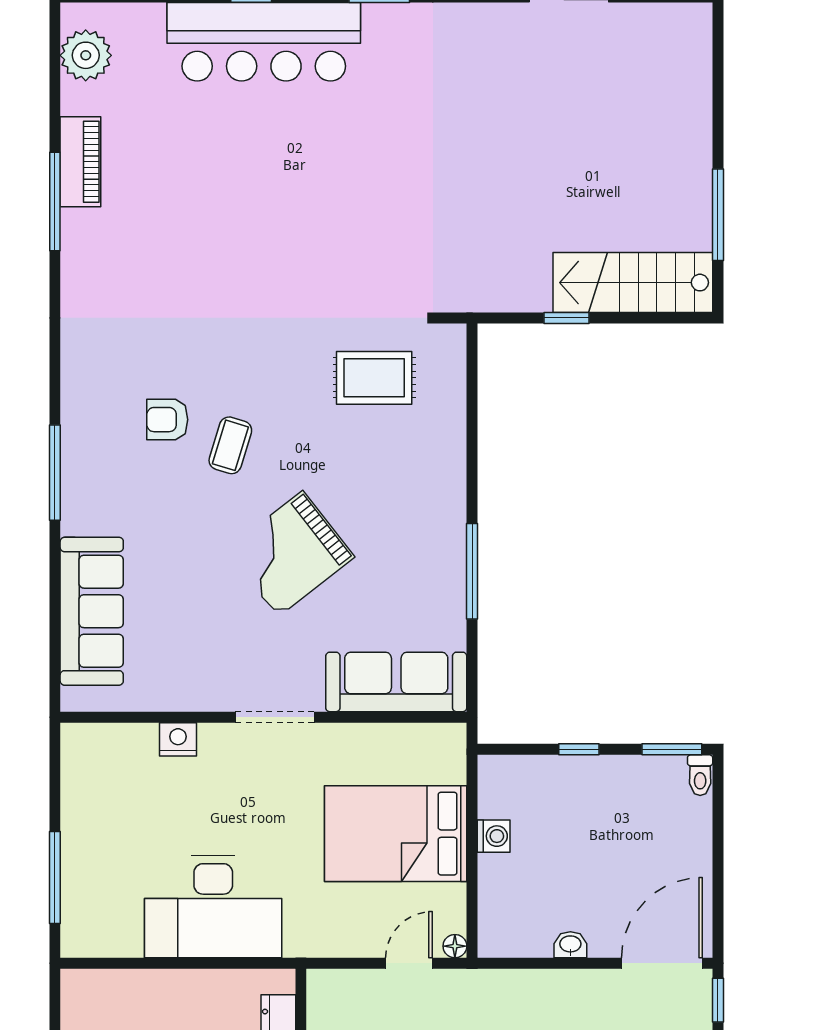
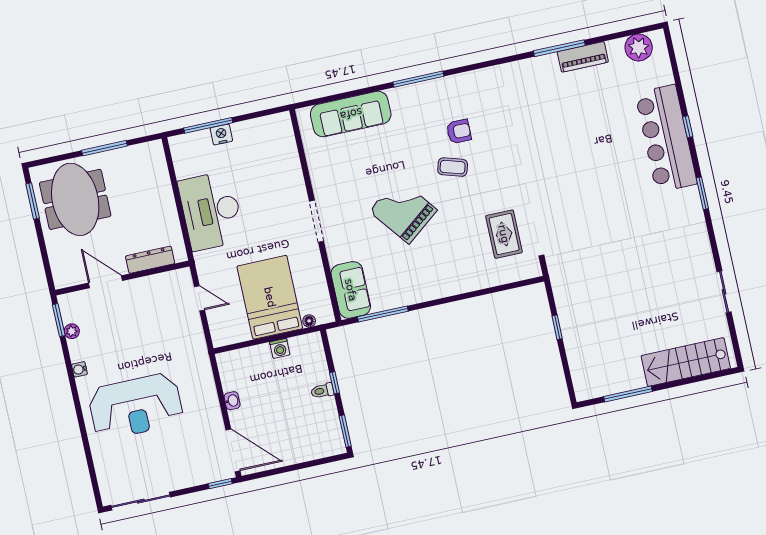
stairs: (633, 283) -> (686, 362), moved, turned -90
armchair: (167, 420) -> (459, 131), turned 90
window: (472, 571) -> (383, 314), moved
sofa: (396, 682) -> (351, 290), width x0.73
nightstand: (178, 739) -> (221, 135), moved, turned -90
toilet: (700, 775) -> (322, 391), moved
floor lamp: (455, 946) -> (309, 321), moved
door: (409, 963) -> (200, 298), moved

